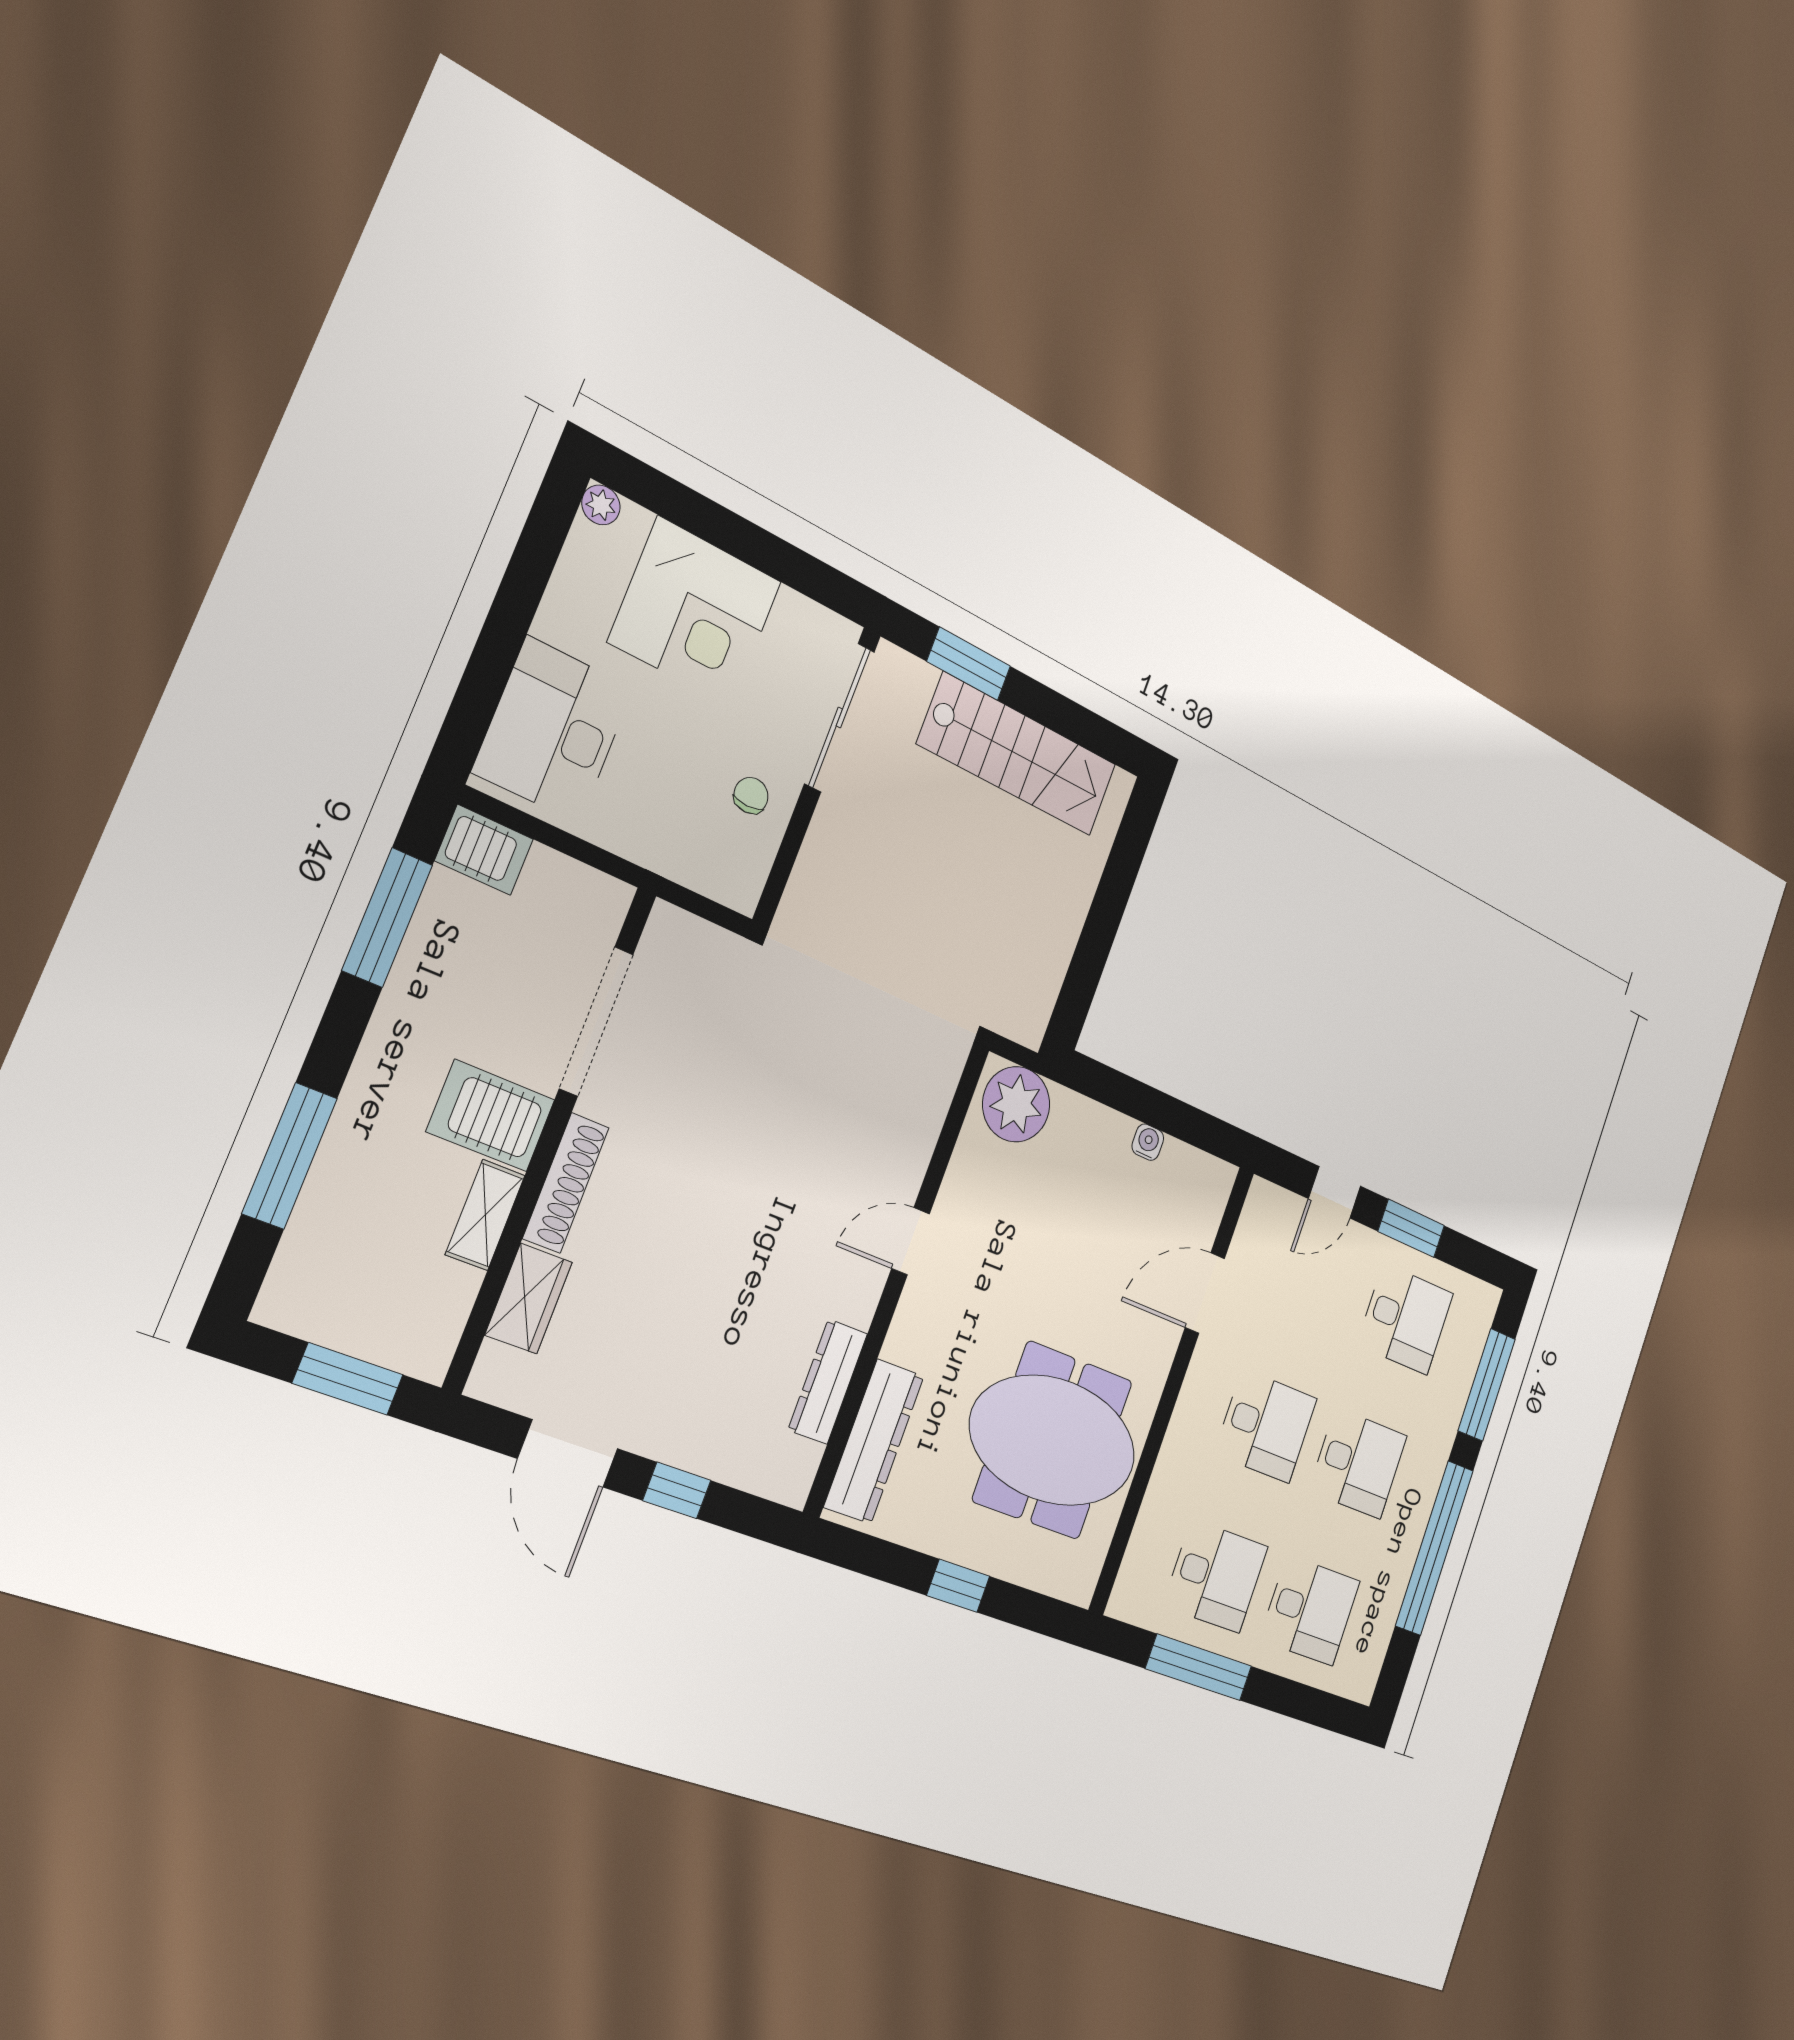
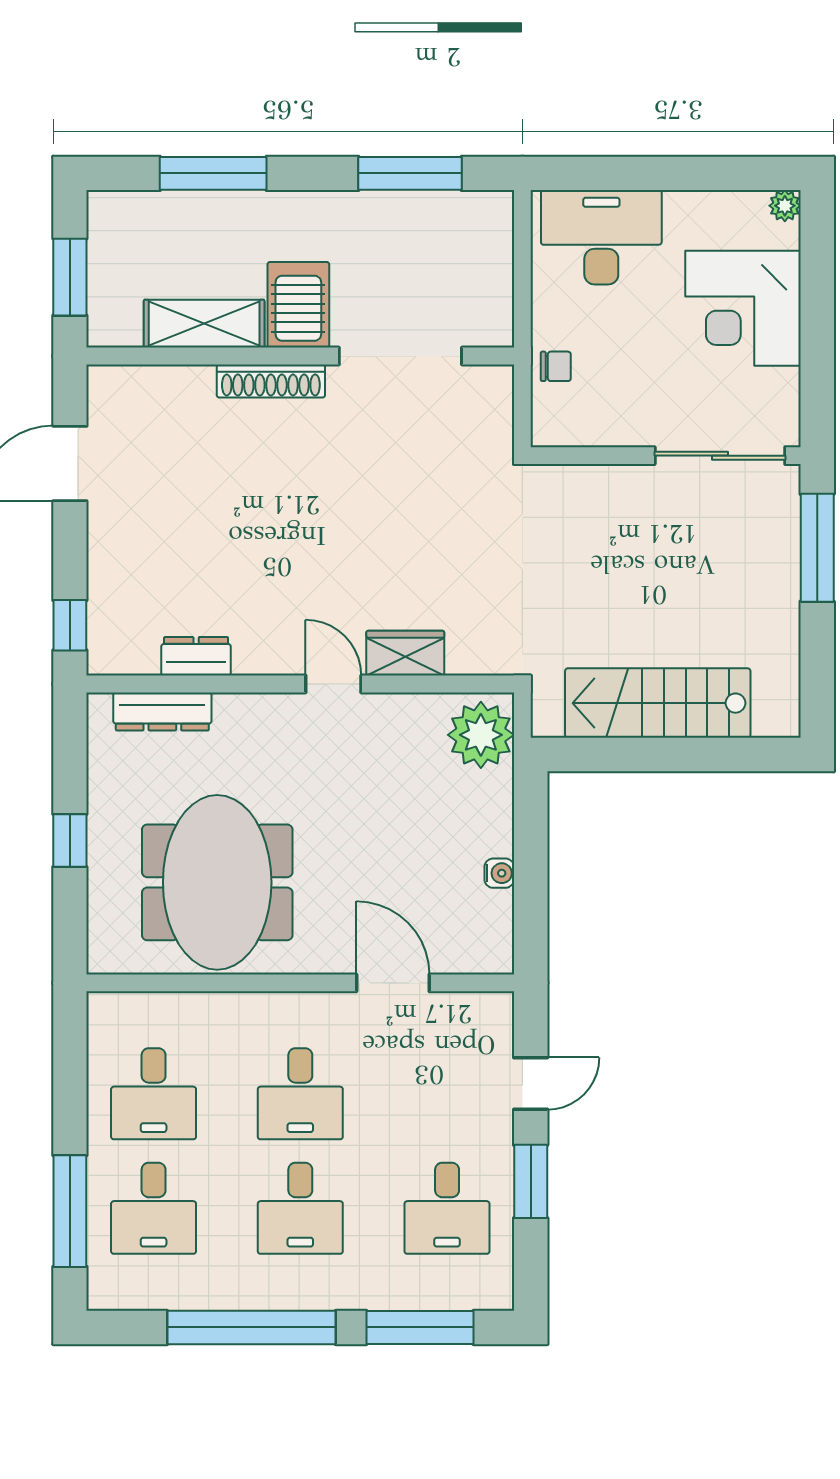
window: (969, 664) -> (817, 548), width x1.44
stairs: (1018, 754) -> (658, 703), moved, turned 90
chair: (751, 795) -> (556, 366), moved
server rack: (484, 850) -> (490, 222), removed
door: (1334, 1192) -> (531, 1084), swing flipped
shelving: (485, 1215) -> (204, 324), width x1.50, depth x1.33
wardrobe: (529, 1298) -> (405, 653), moved, turned 180
dresser: (828, 1382) -> (196, 656), width x0.70
dresser: (874, 1441) -> (162, 711), width x0.73, depth x0.80
window: (677, 1490) -> (70, 625), moved
window: (1199, 1667) -> (70, 1211), moved

